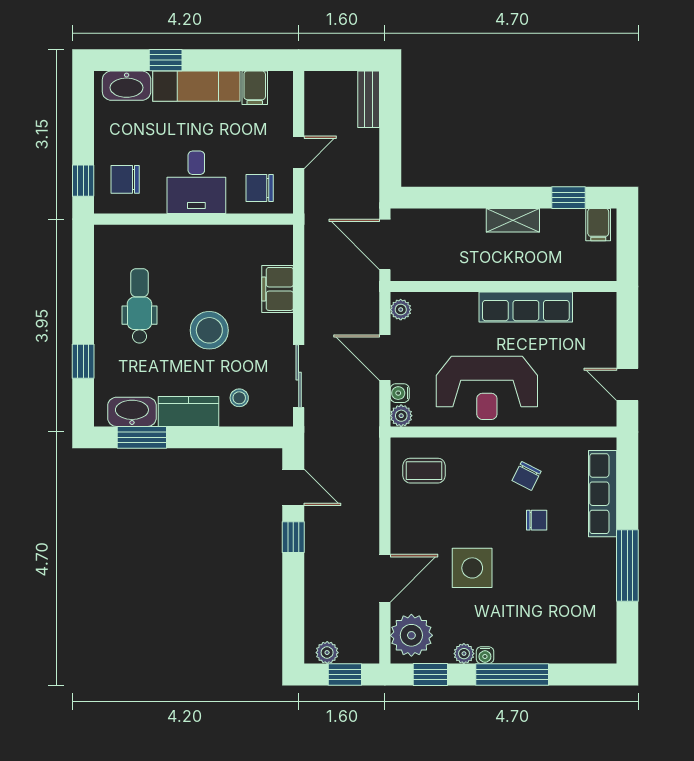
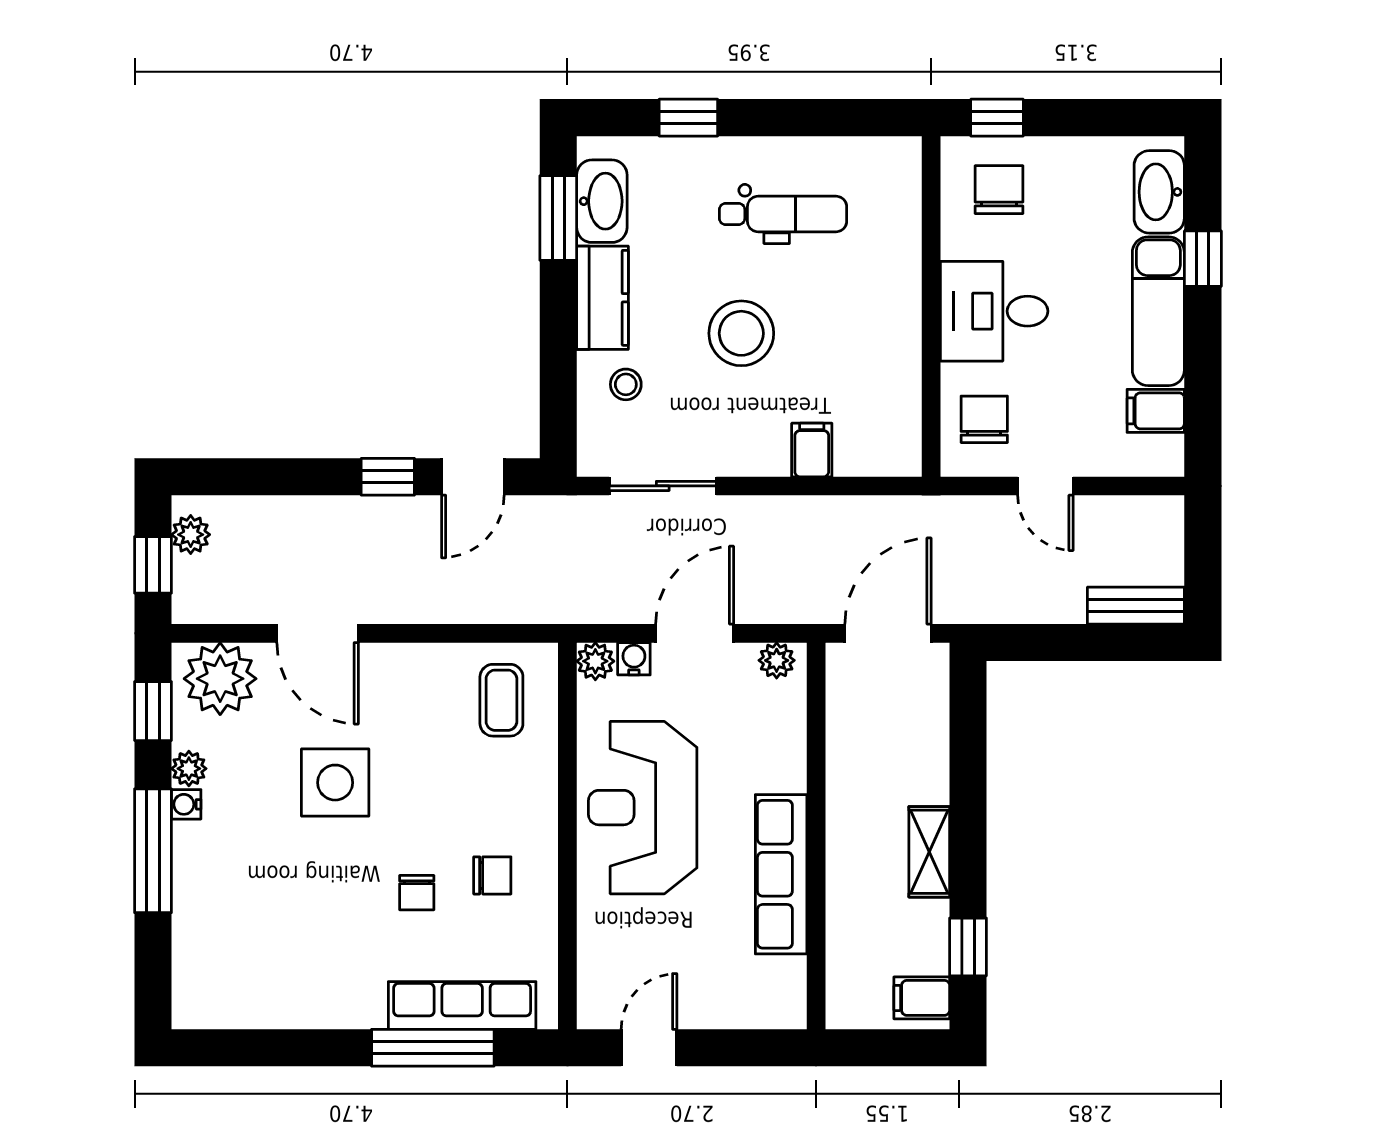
filing cabinet: (278, 289) -> (812, 450), width x0.50
chair: (527, 476) -> (492, 875), turned 153
window: (627, 566) -> (433, 1048), moved

